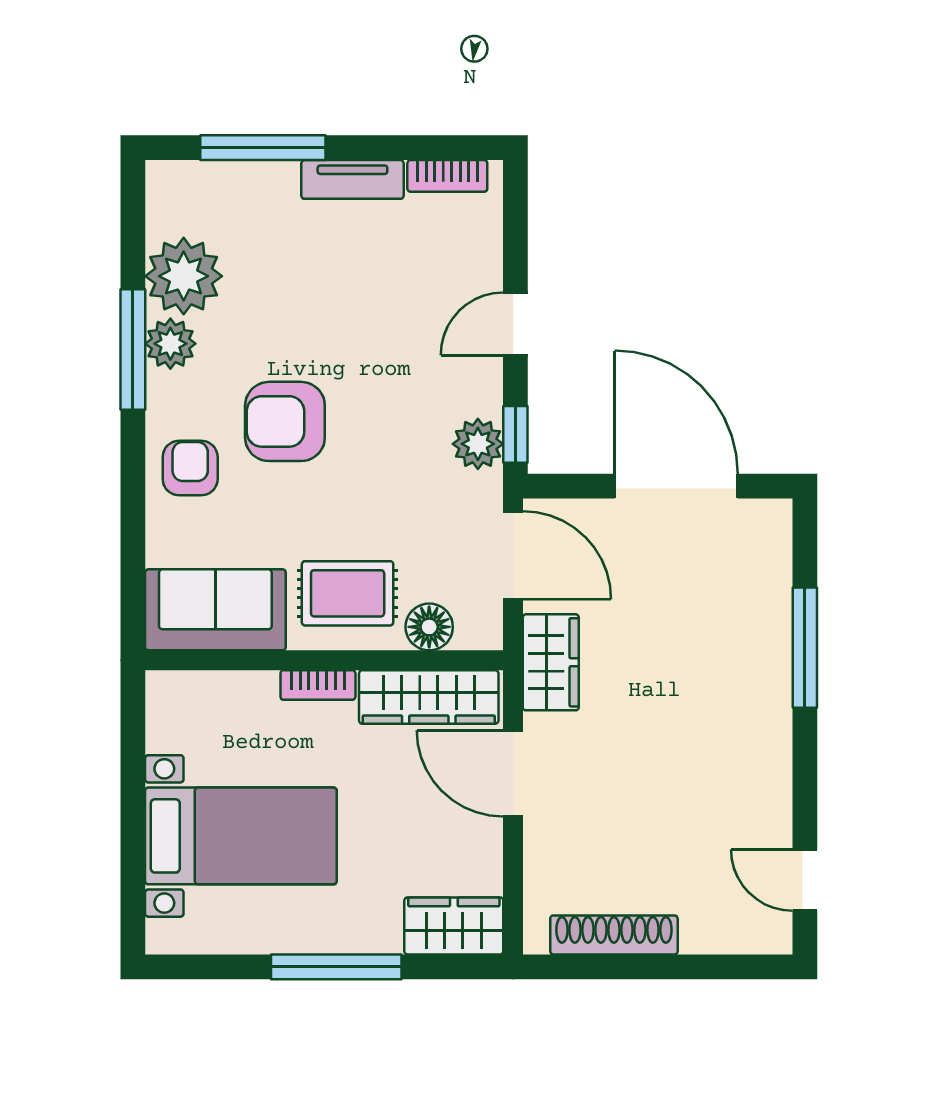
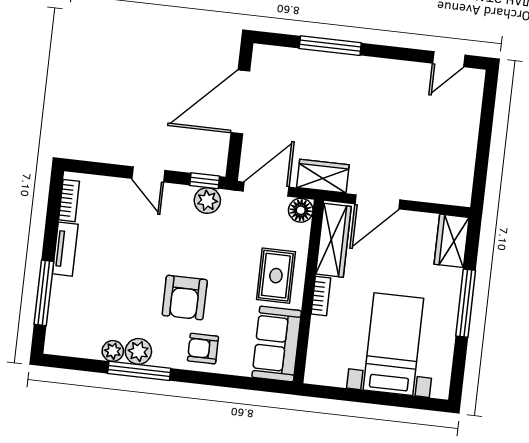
plant: (184, 276) -> (113, 351), width x0.53, depth x0.53
floor lamp: (429, 627) -> (301, 210), moved
shoe rack: (614, 935) -> (466, 160), removed

